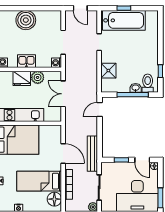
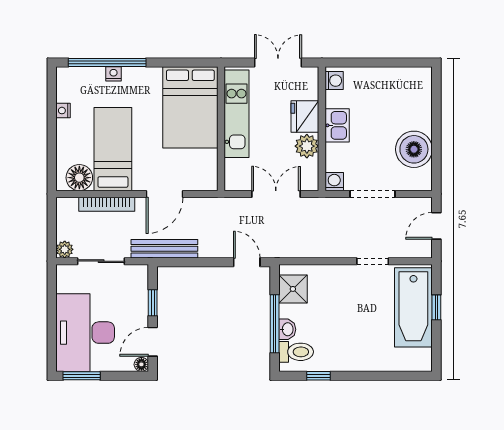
boiler: (26, 20) -> (414, 149), moved
shower: (108, 71) -> (293, 289), moved

